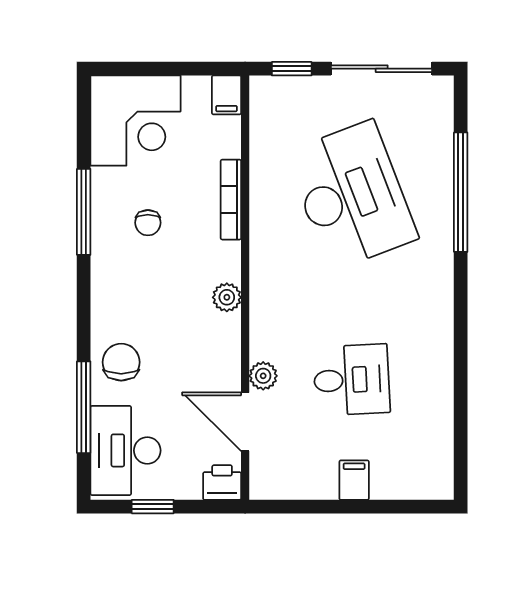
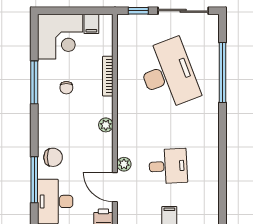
filing cabinet: (226, 95) -> (91, 24), moved
chair: (121, 362) -> (53, 157), turned 90

